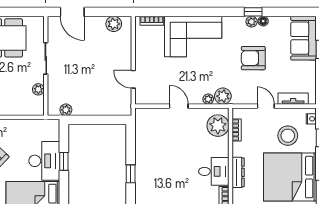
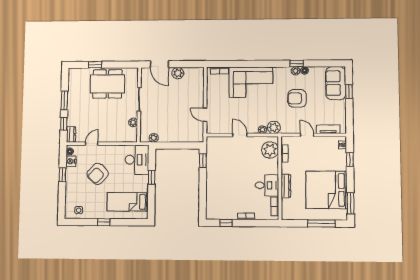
plant: (114, 24) -> (178, 73), moved
stool: (288, 136) -> (324, 158), removed
desk: (44, 161) -> (137, 160), moved
window: (131, 174) -> (203, 161), moved

